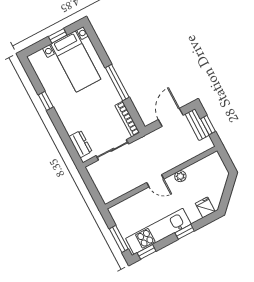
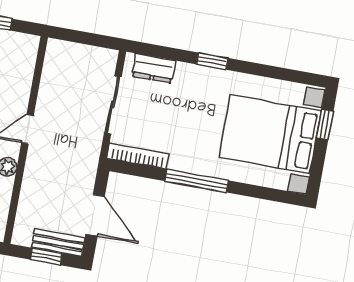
window: (58, 36) -> (325, 124), moved
bed with nightstands: (76, 61) -> (270, 134), width x1.36
window: (46, 101) -> (212, 61), moved

